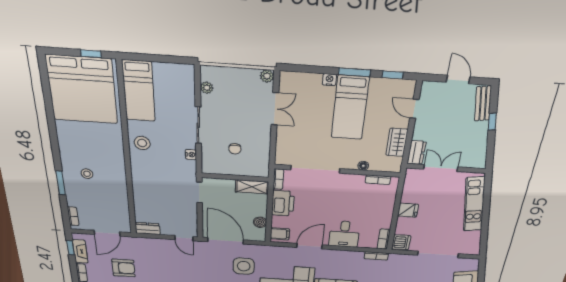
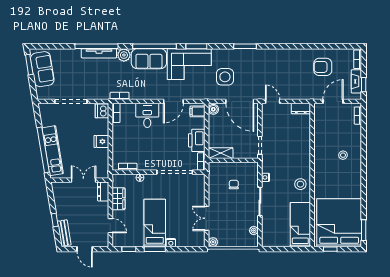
double door: (441, 168) -> (83, 180), swing flipped
window: (61, 183) -> (364, 230), moved
window: (486, 206) -> (43, 150), added
boiler: (260, 222) -> (213, 109), moved

